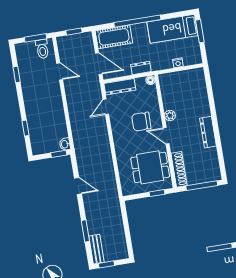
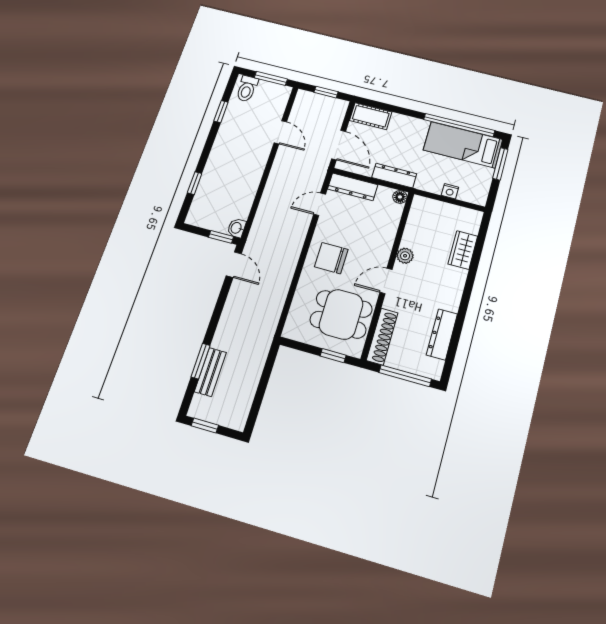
window: (137, 21) -> (459, 125), moved
cot: (114, 37) -> (371, 116), width x0.73, depth x0.75
toilet: (42, 49) -> (247, 89), moved
dresser: (141, 68) -> (394, 176), width x1.44
wardrobe: (201, 96) -> (463, 250), added
chair: (141, 122) -> (331, 258), moved
dresser: (208, 132) -> (442, 334), moved
door: (166, 136) -> (386, 281), hinge flipped
door: (78, 186) -> (234, 265), moved
bench: (96, 249) -> (210, 372), moved

